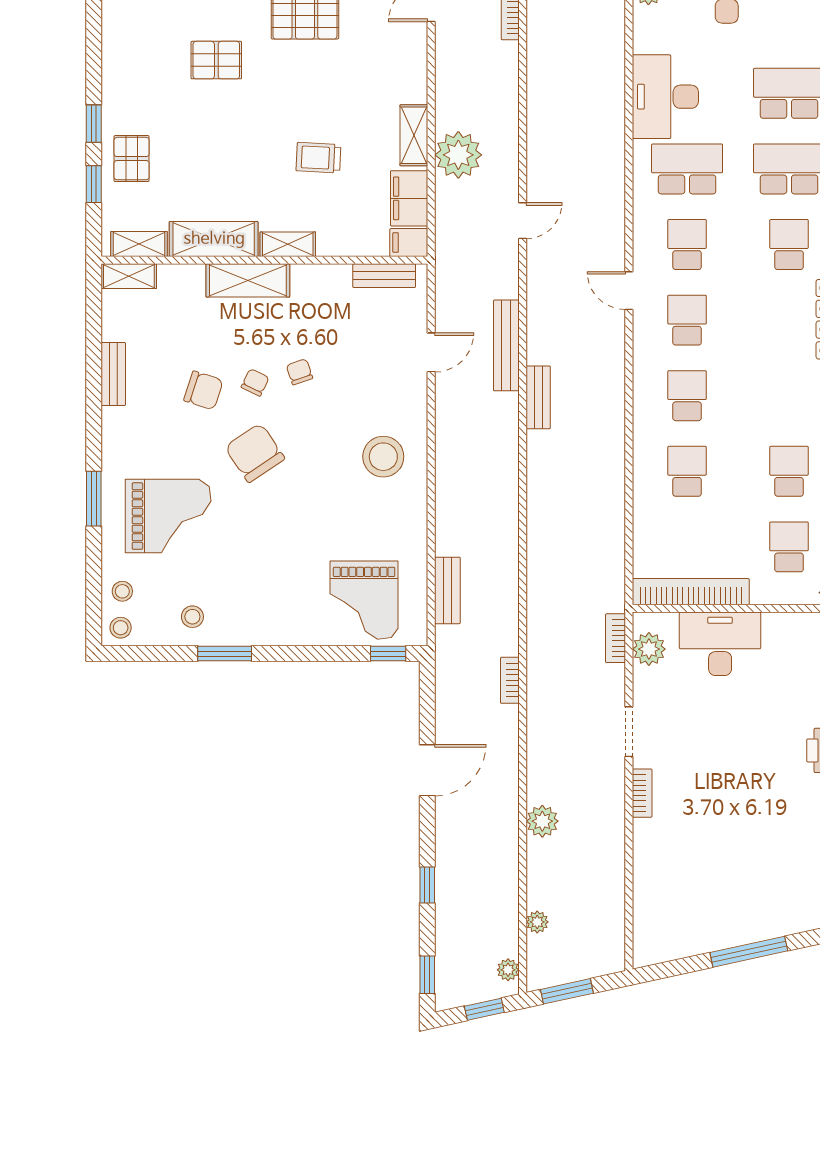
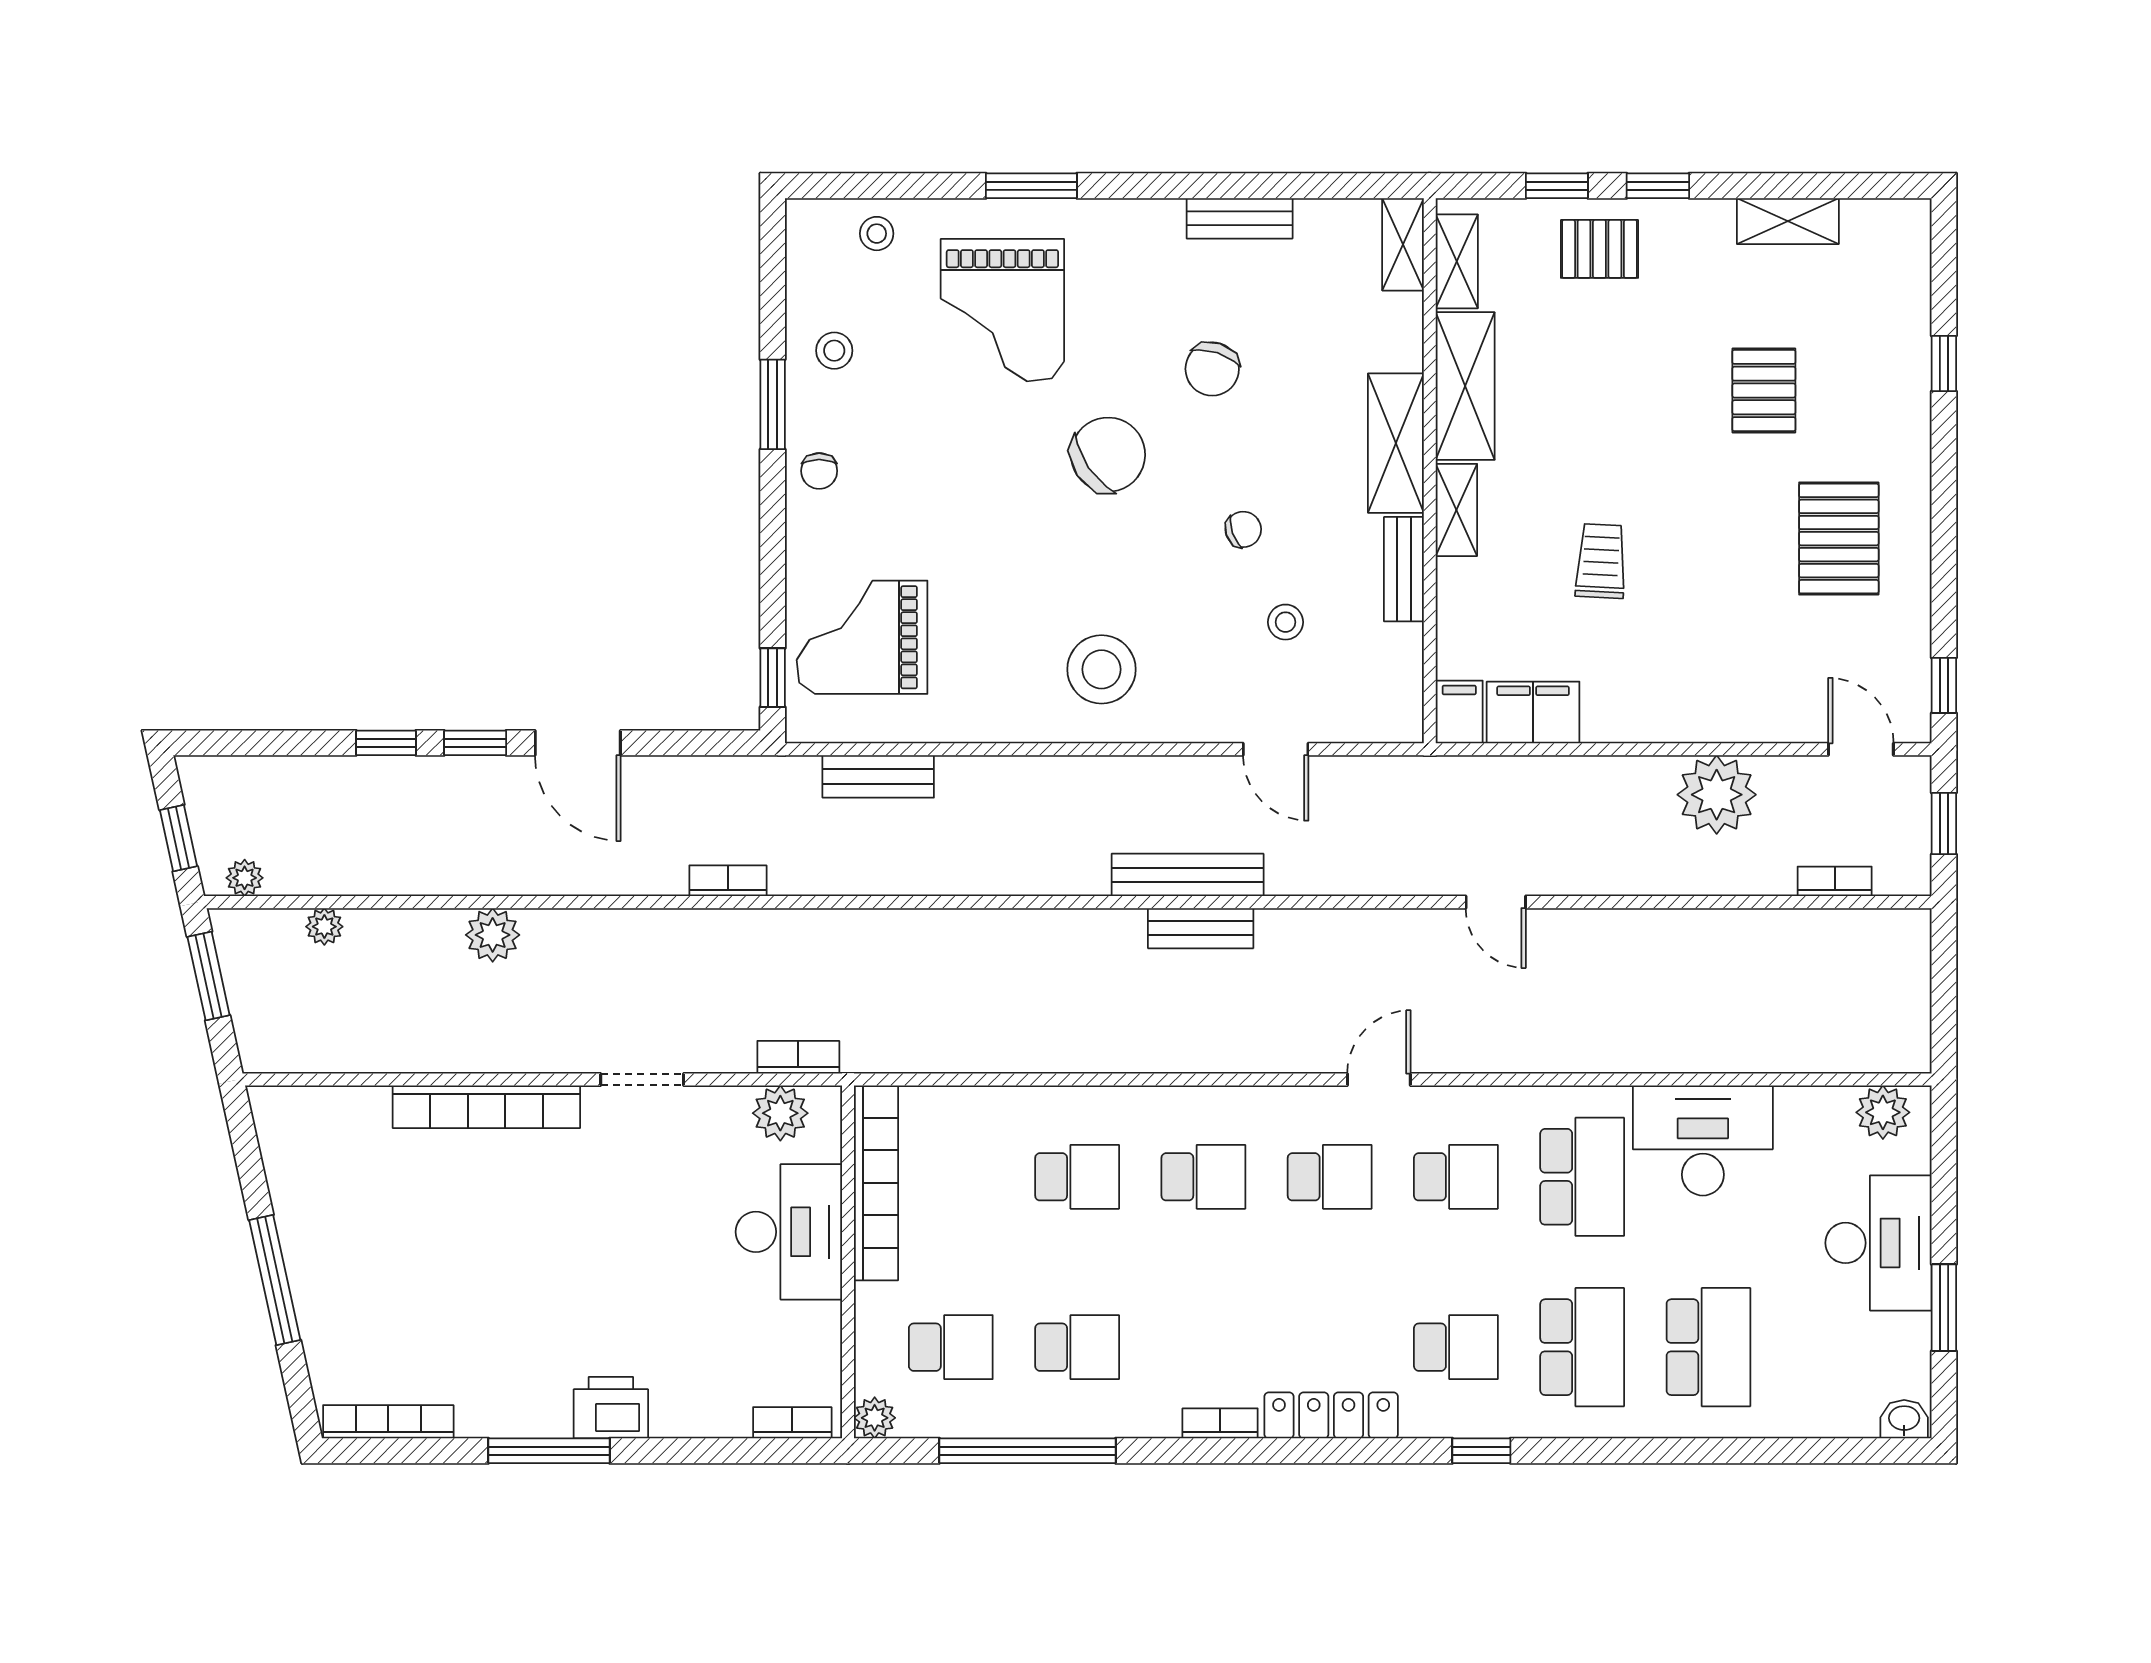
shelving: (414, 135) -> (1788, 221), moved
plant: (458, 155) -> (1717, 795), moved
bench: (384, 276) -> (1404, 569), moved
bench: (506, 345) -> (1188, 875), moved
chair: (255, 382) -> (819, 471), moved, turned 64
stool: (121, 628) -> (1285, 622), moved
bookcase: (642, 793) -> (486, 1107), width x2.31, depth x1.31
window: (427, 975) -> (475, 743), moved

